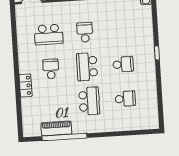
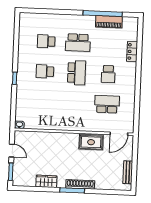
school desk: (85, 32) -> (75, 103), removed
locker: (26, 86) -> (132, 52), moved
school desk: (89, 101) -> (78, 43), turned -90

